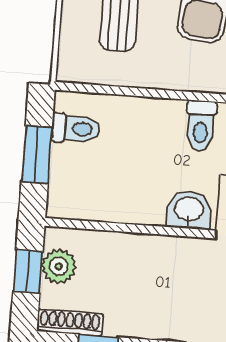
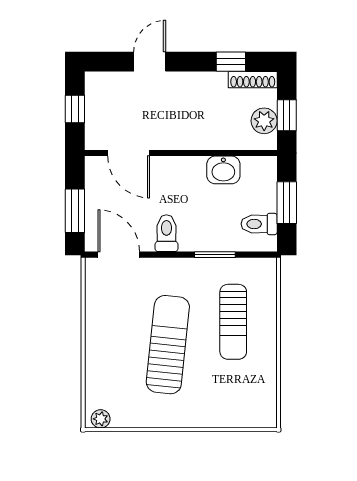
window: (138, 92) -> (215, 255), added
washbasin: (189, 210) -> (223, 170), moved

